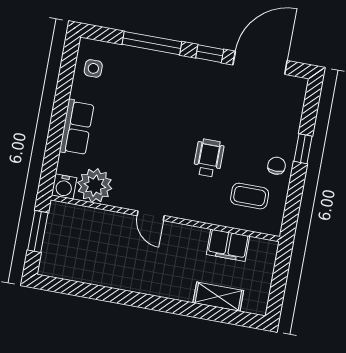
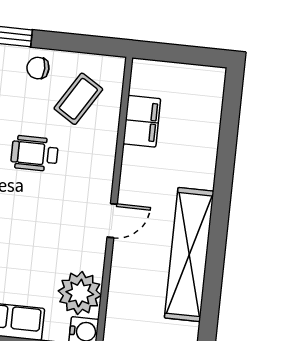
coffee table: (250, 196) -> (78, 99), turned 32
shelving: (218, 297) -> (189, 255), moved, width x2.20, depth x1.33

